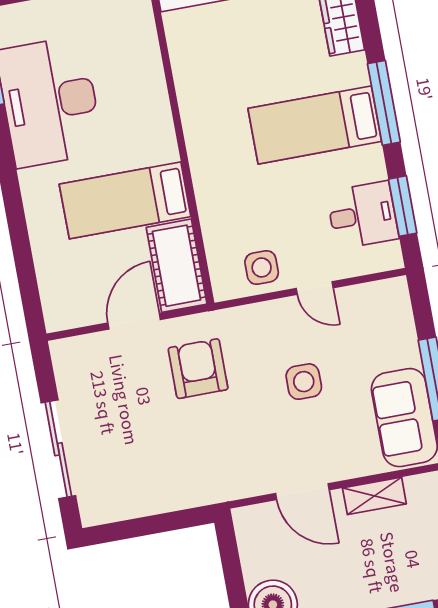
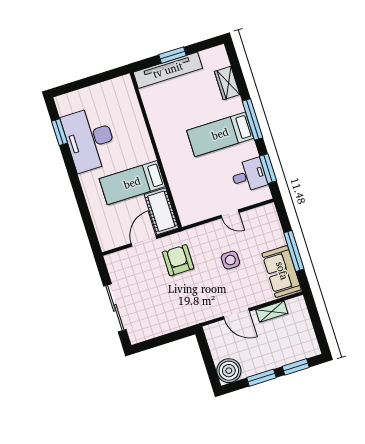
side table: (262, 267) -> (203, 207), removed

